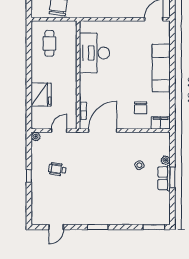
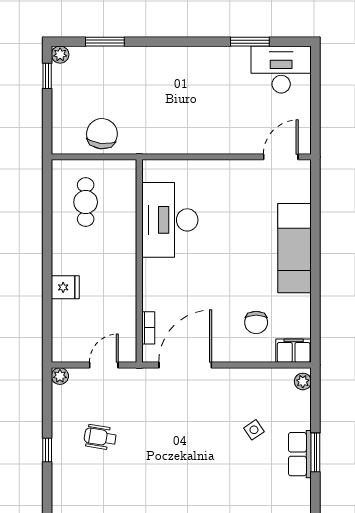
fridge: (41, 95) -> (65, 287), width x0.53, depth x0.75
plant: (166, 160) -> (303, 381), moved

